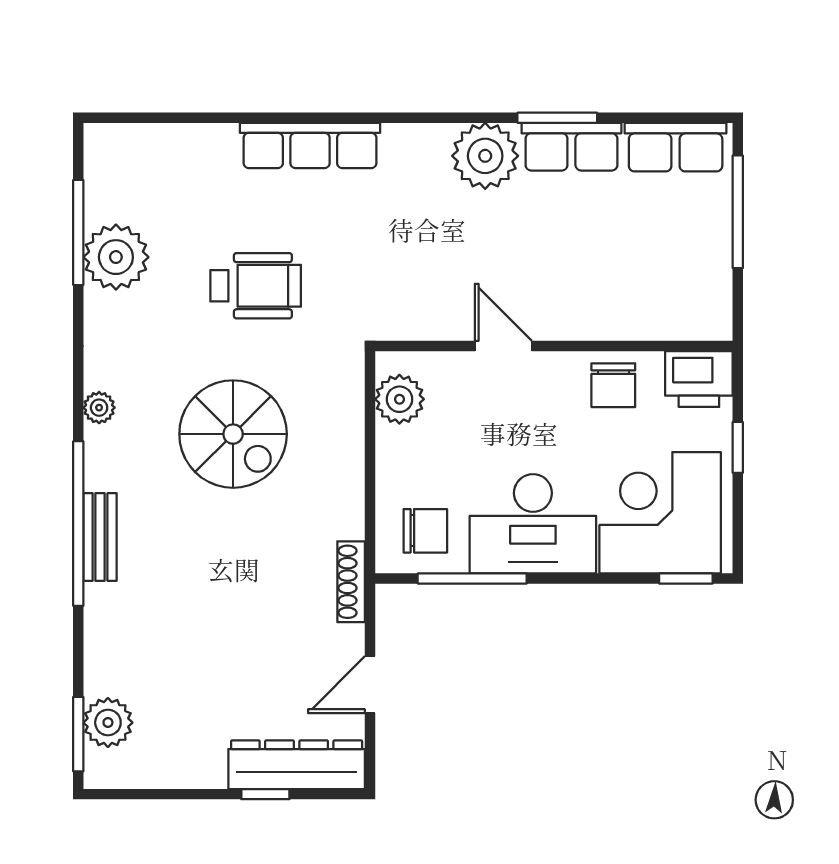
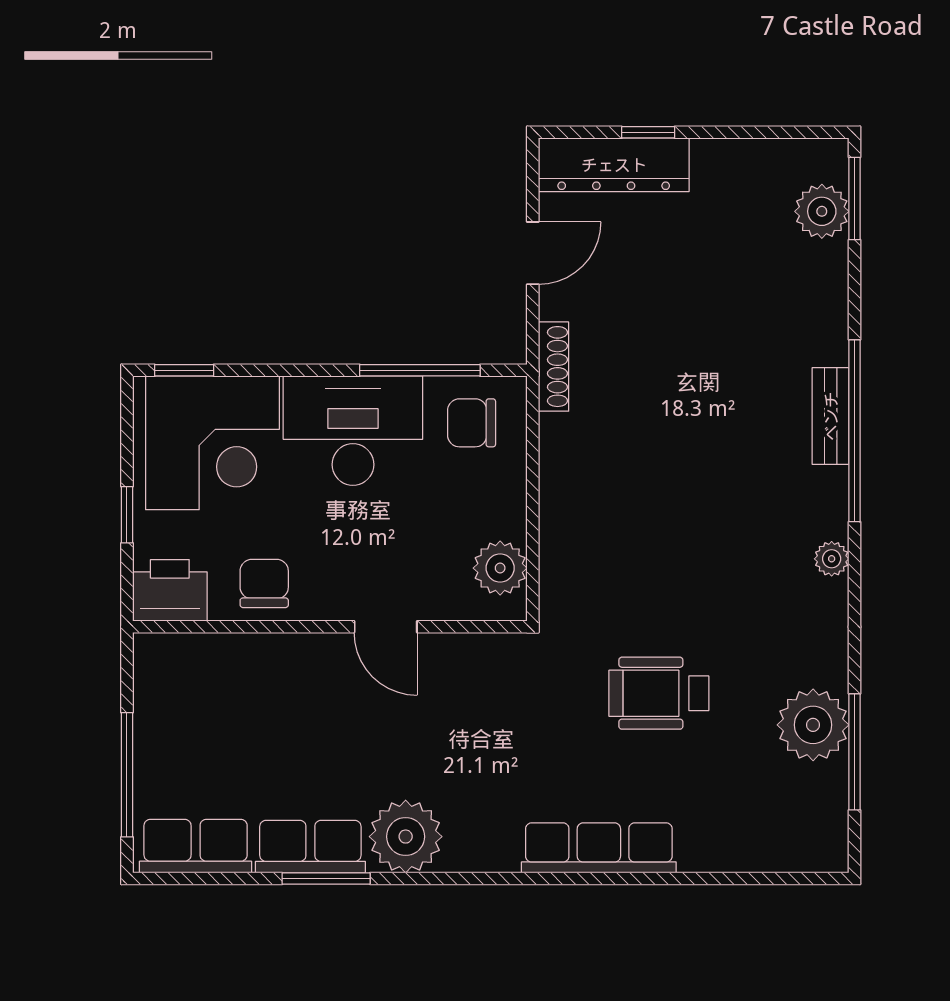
spiral stairs: (233, 434) -> (684, 530), removed

